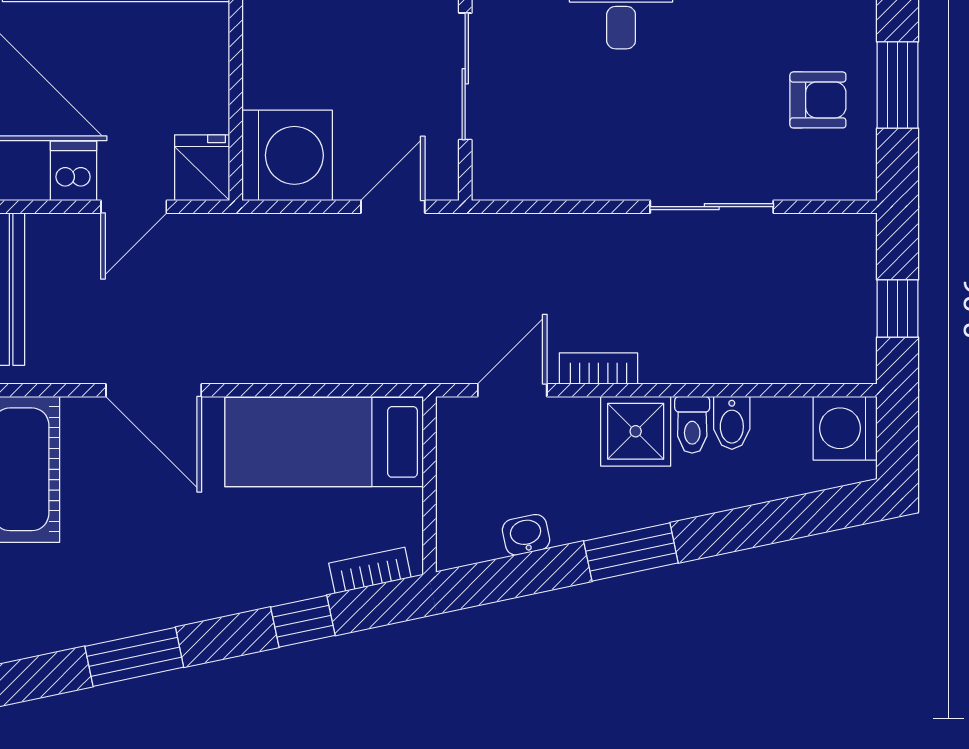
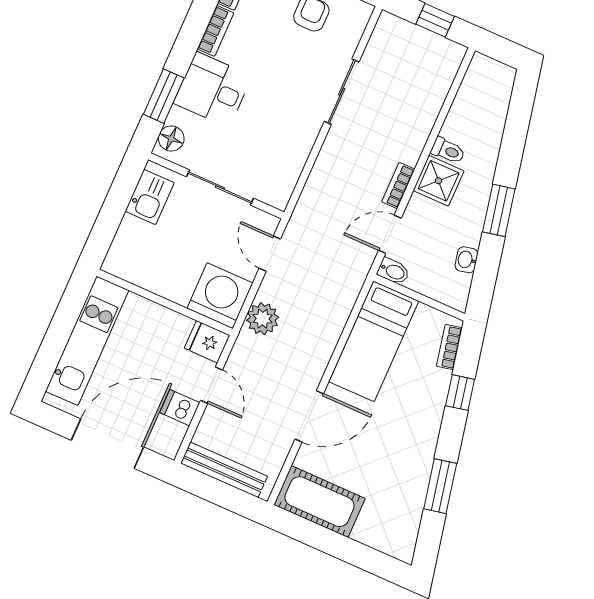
plant: (280, 242) -> (263, 319), added
door: (512, 390) -> (390, 234), hinge flipped
bidet: (732, 423) -> (393, 271), moved
washing machine: (845, 428) -> (484, 74), removed

